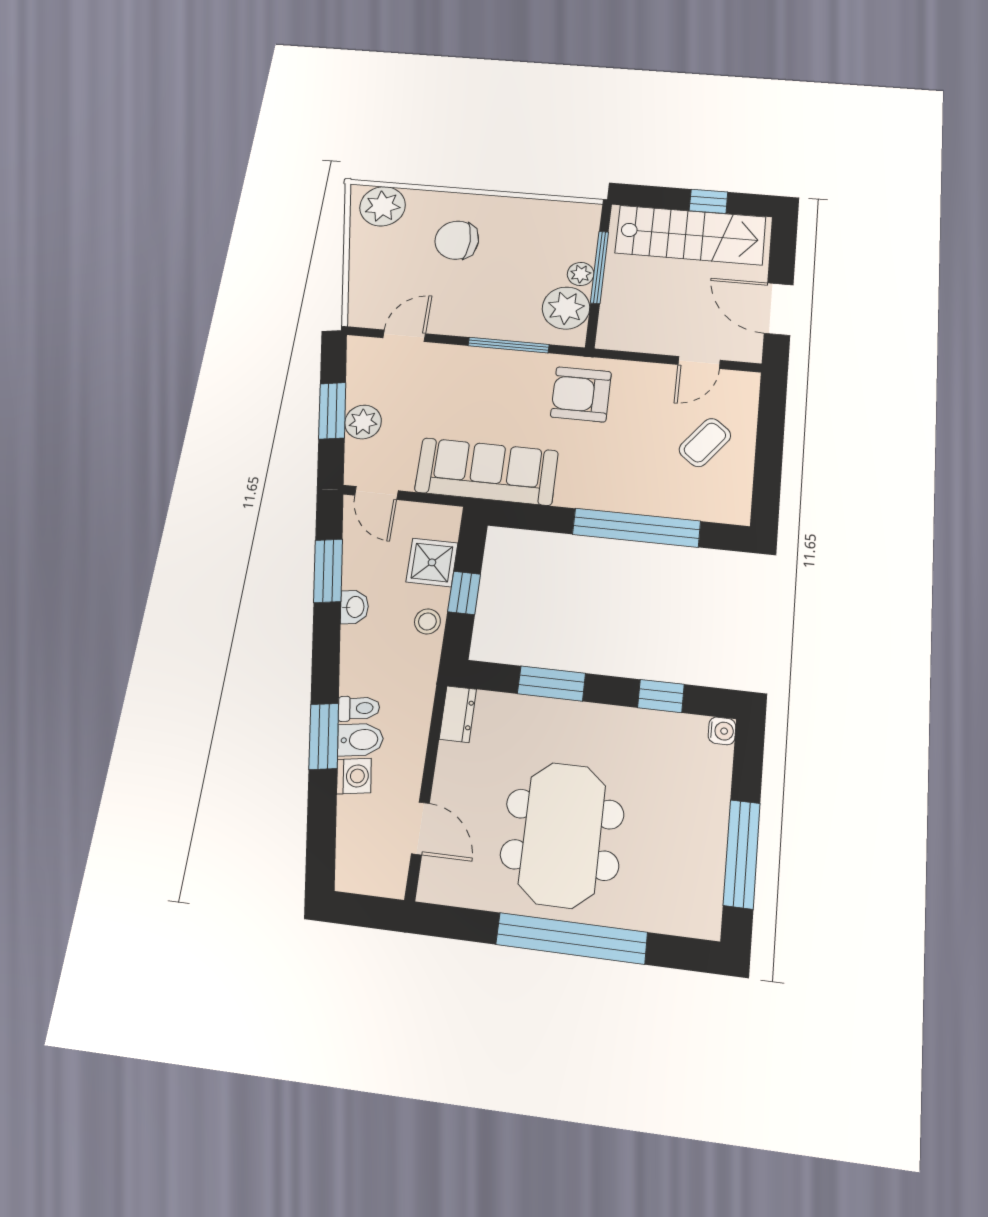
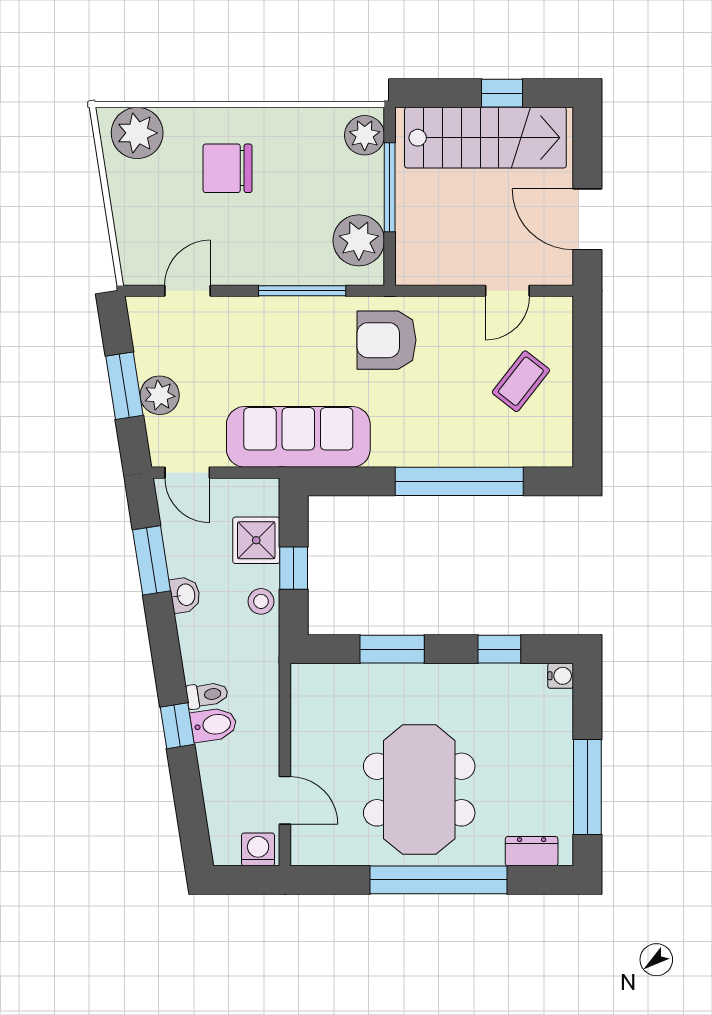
plant: (581, 274) -> (365, 135), moved, width x1.38, depth x1.38
dresser: (458, 714) -> (532, 851), moved, turned -90
window: (324, 736) -> (177, 726), width x0.67
washing machine: (354, 776) -> (258, 849), moved, turned -81

